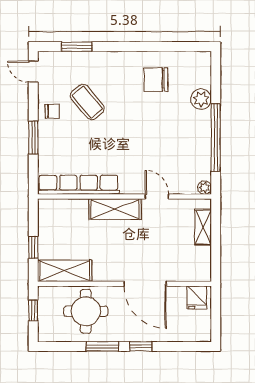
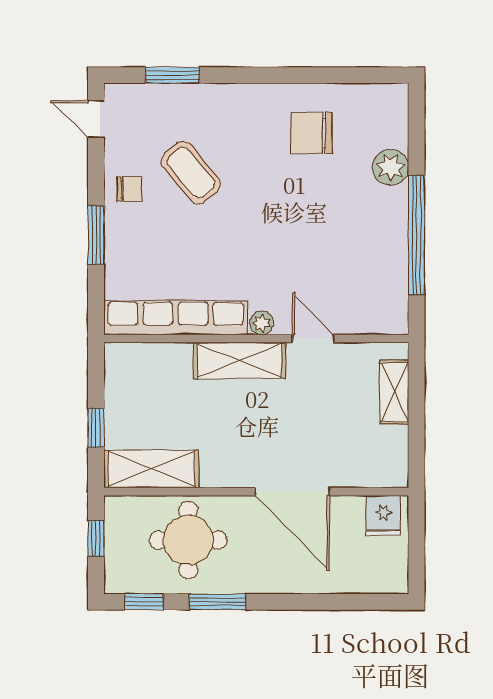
plant: (205, 188) -> (261, 323), moved
window: (141, 346) -> (144, 602), moved

